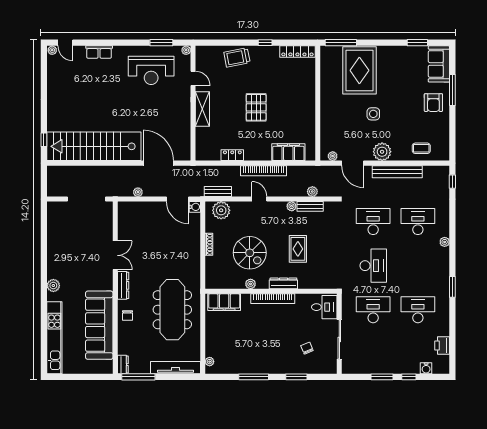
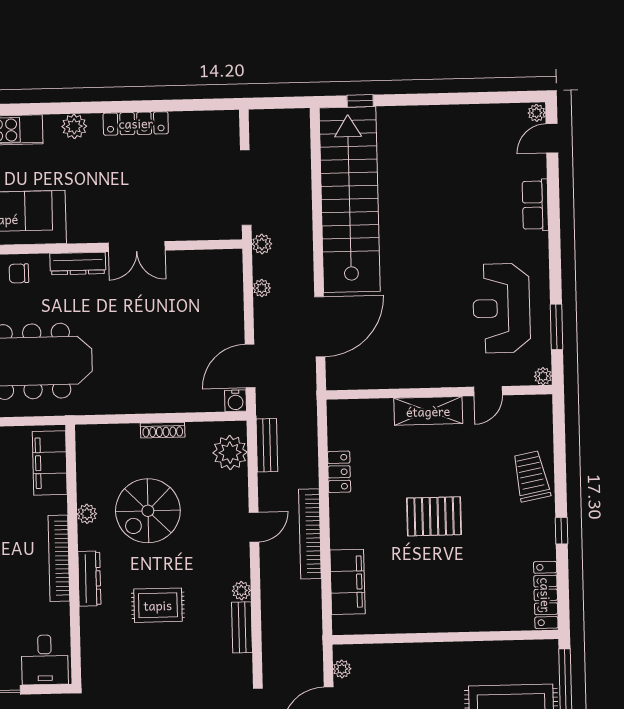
plant: (312, 192) -> (262, 244), moved
locker: (53, 254) -> (136, 123), added

